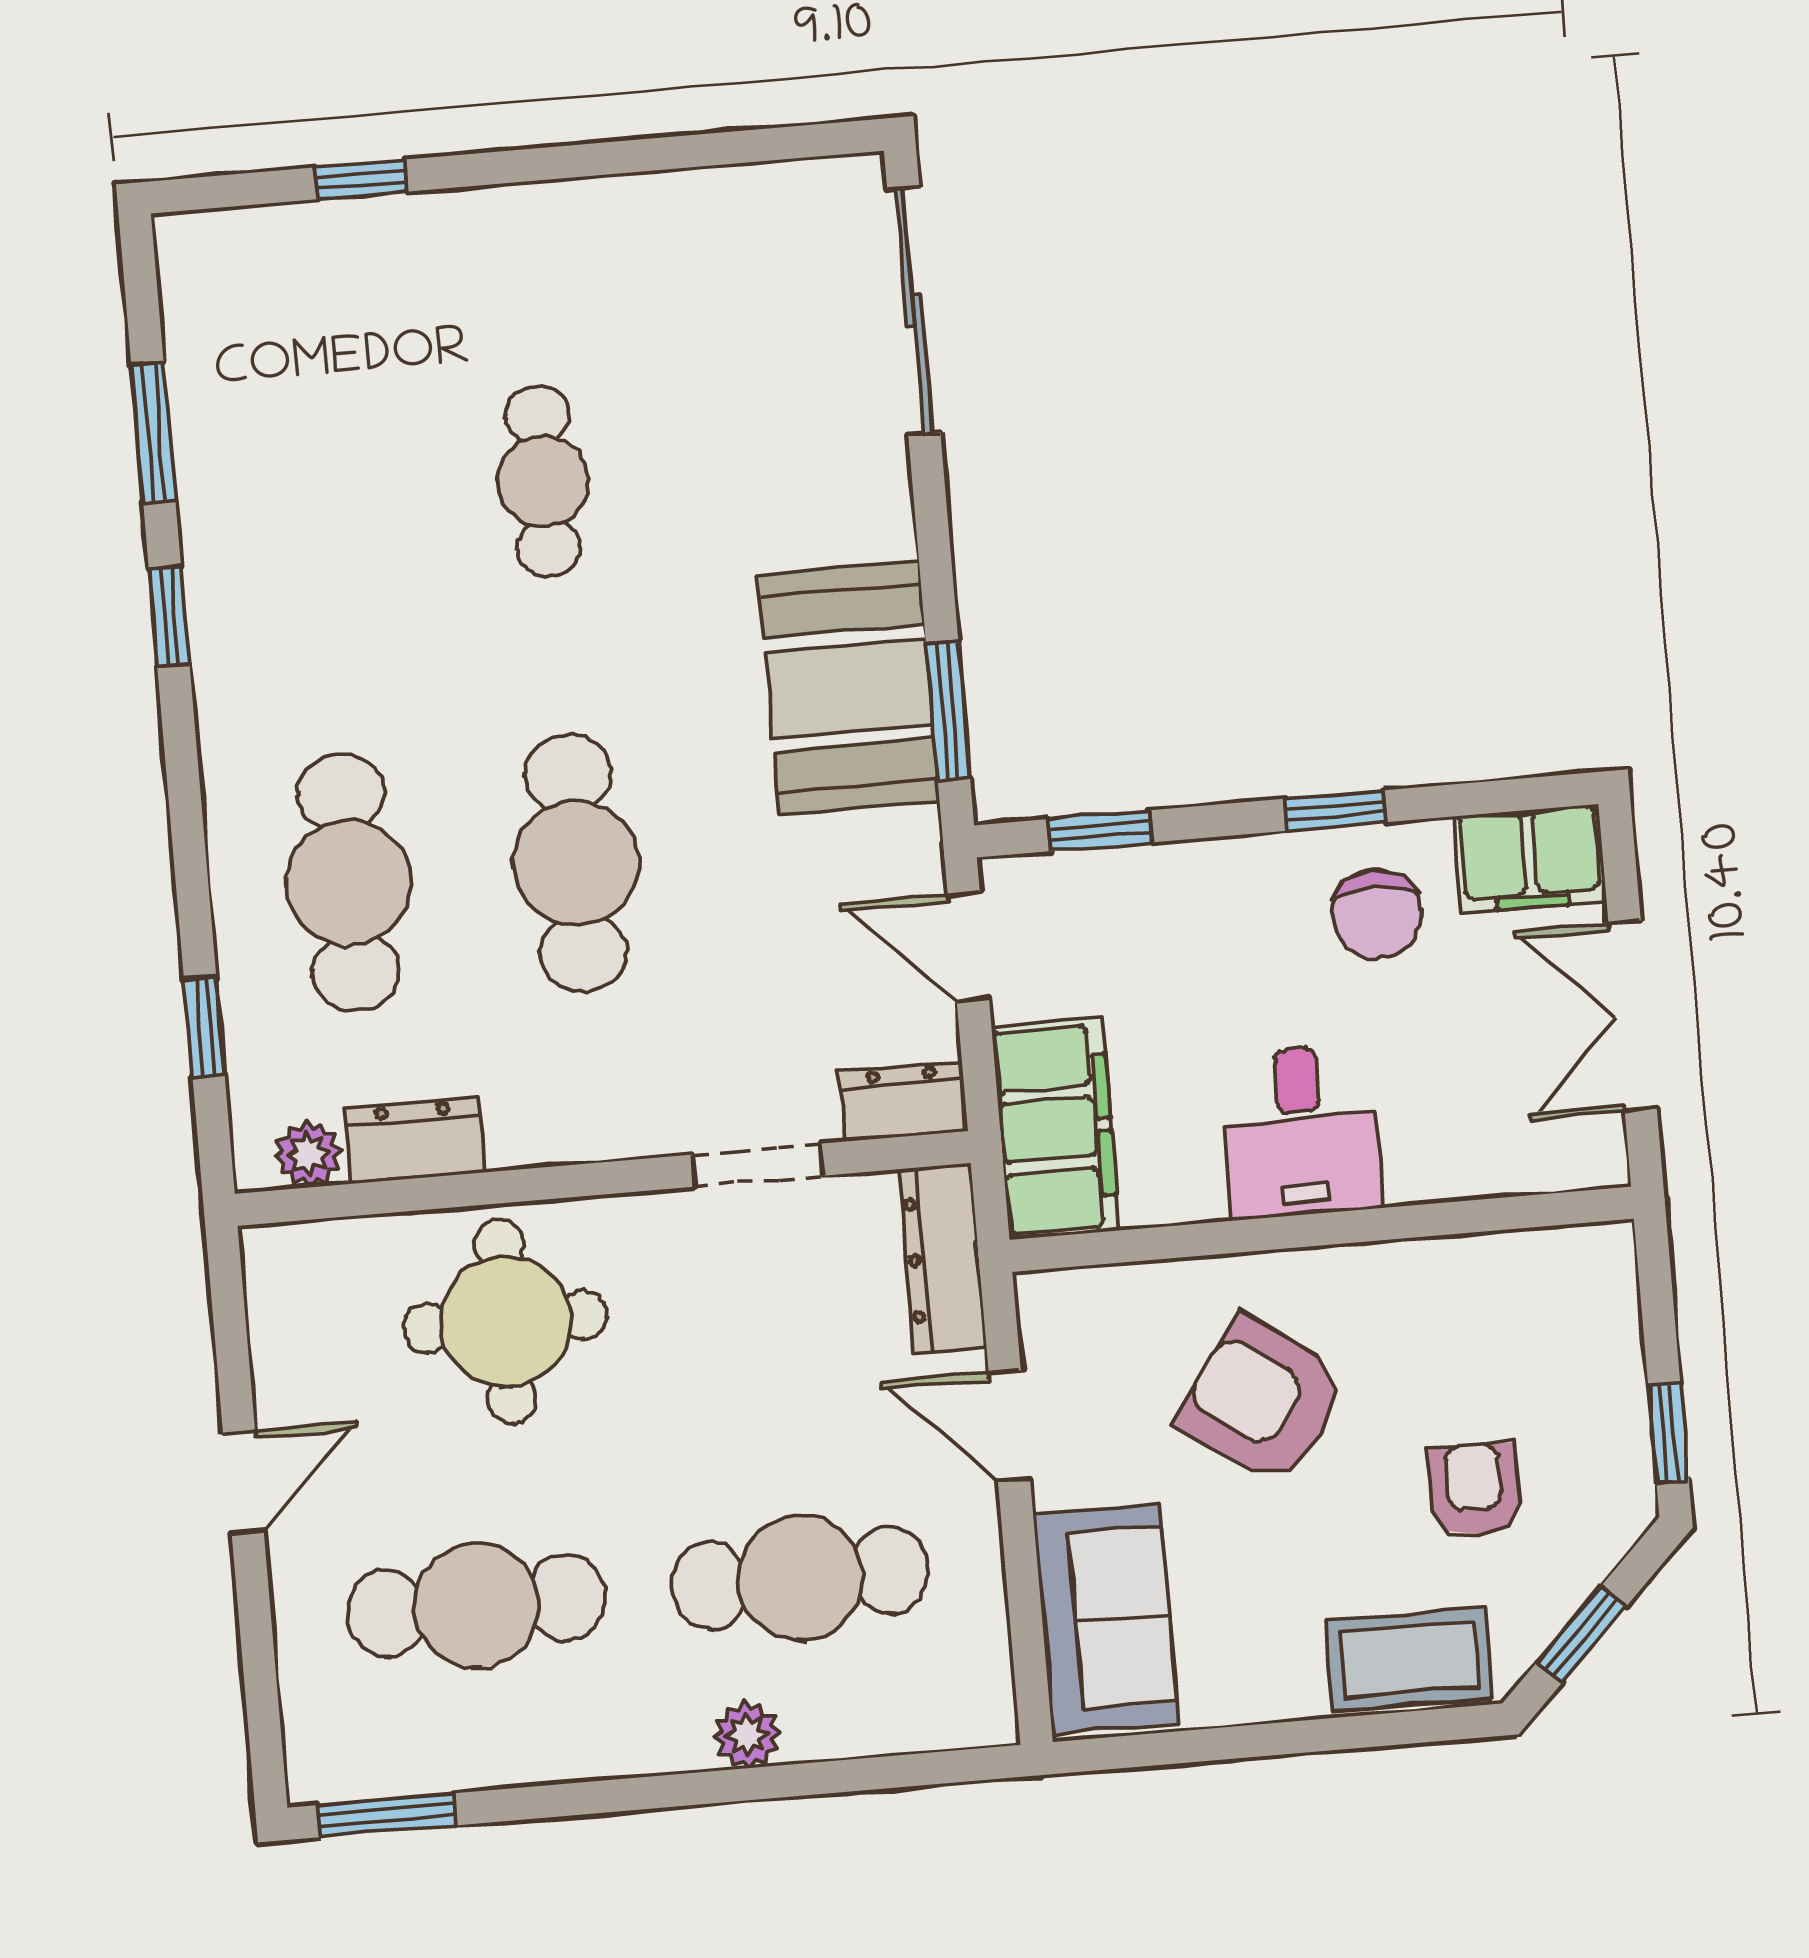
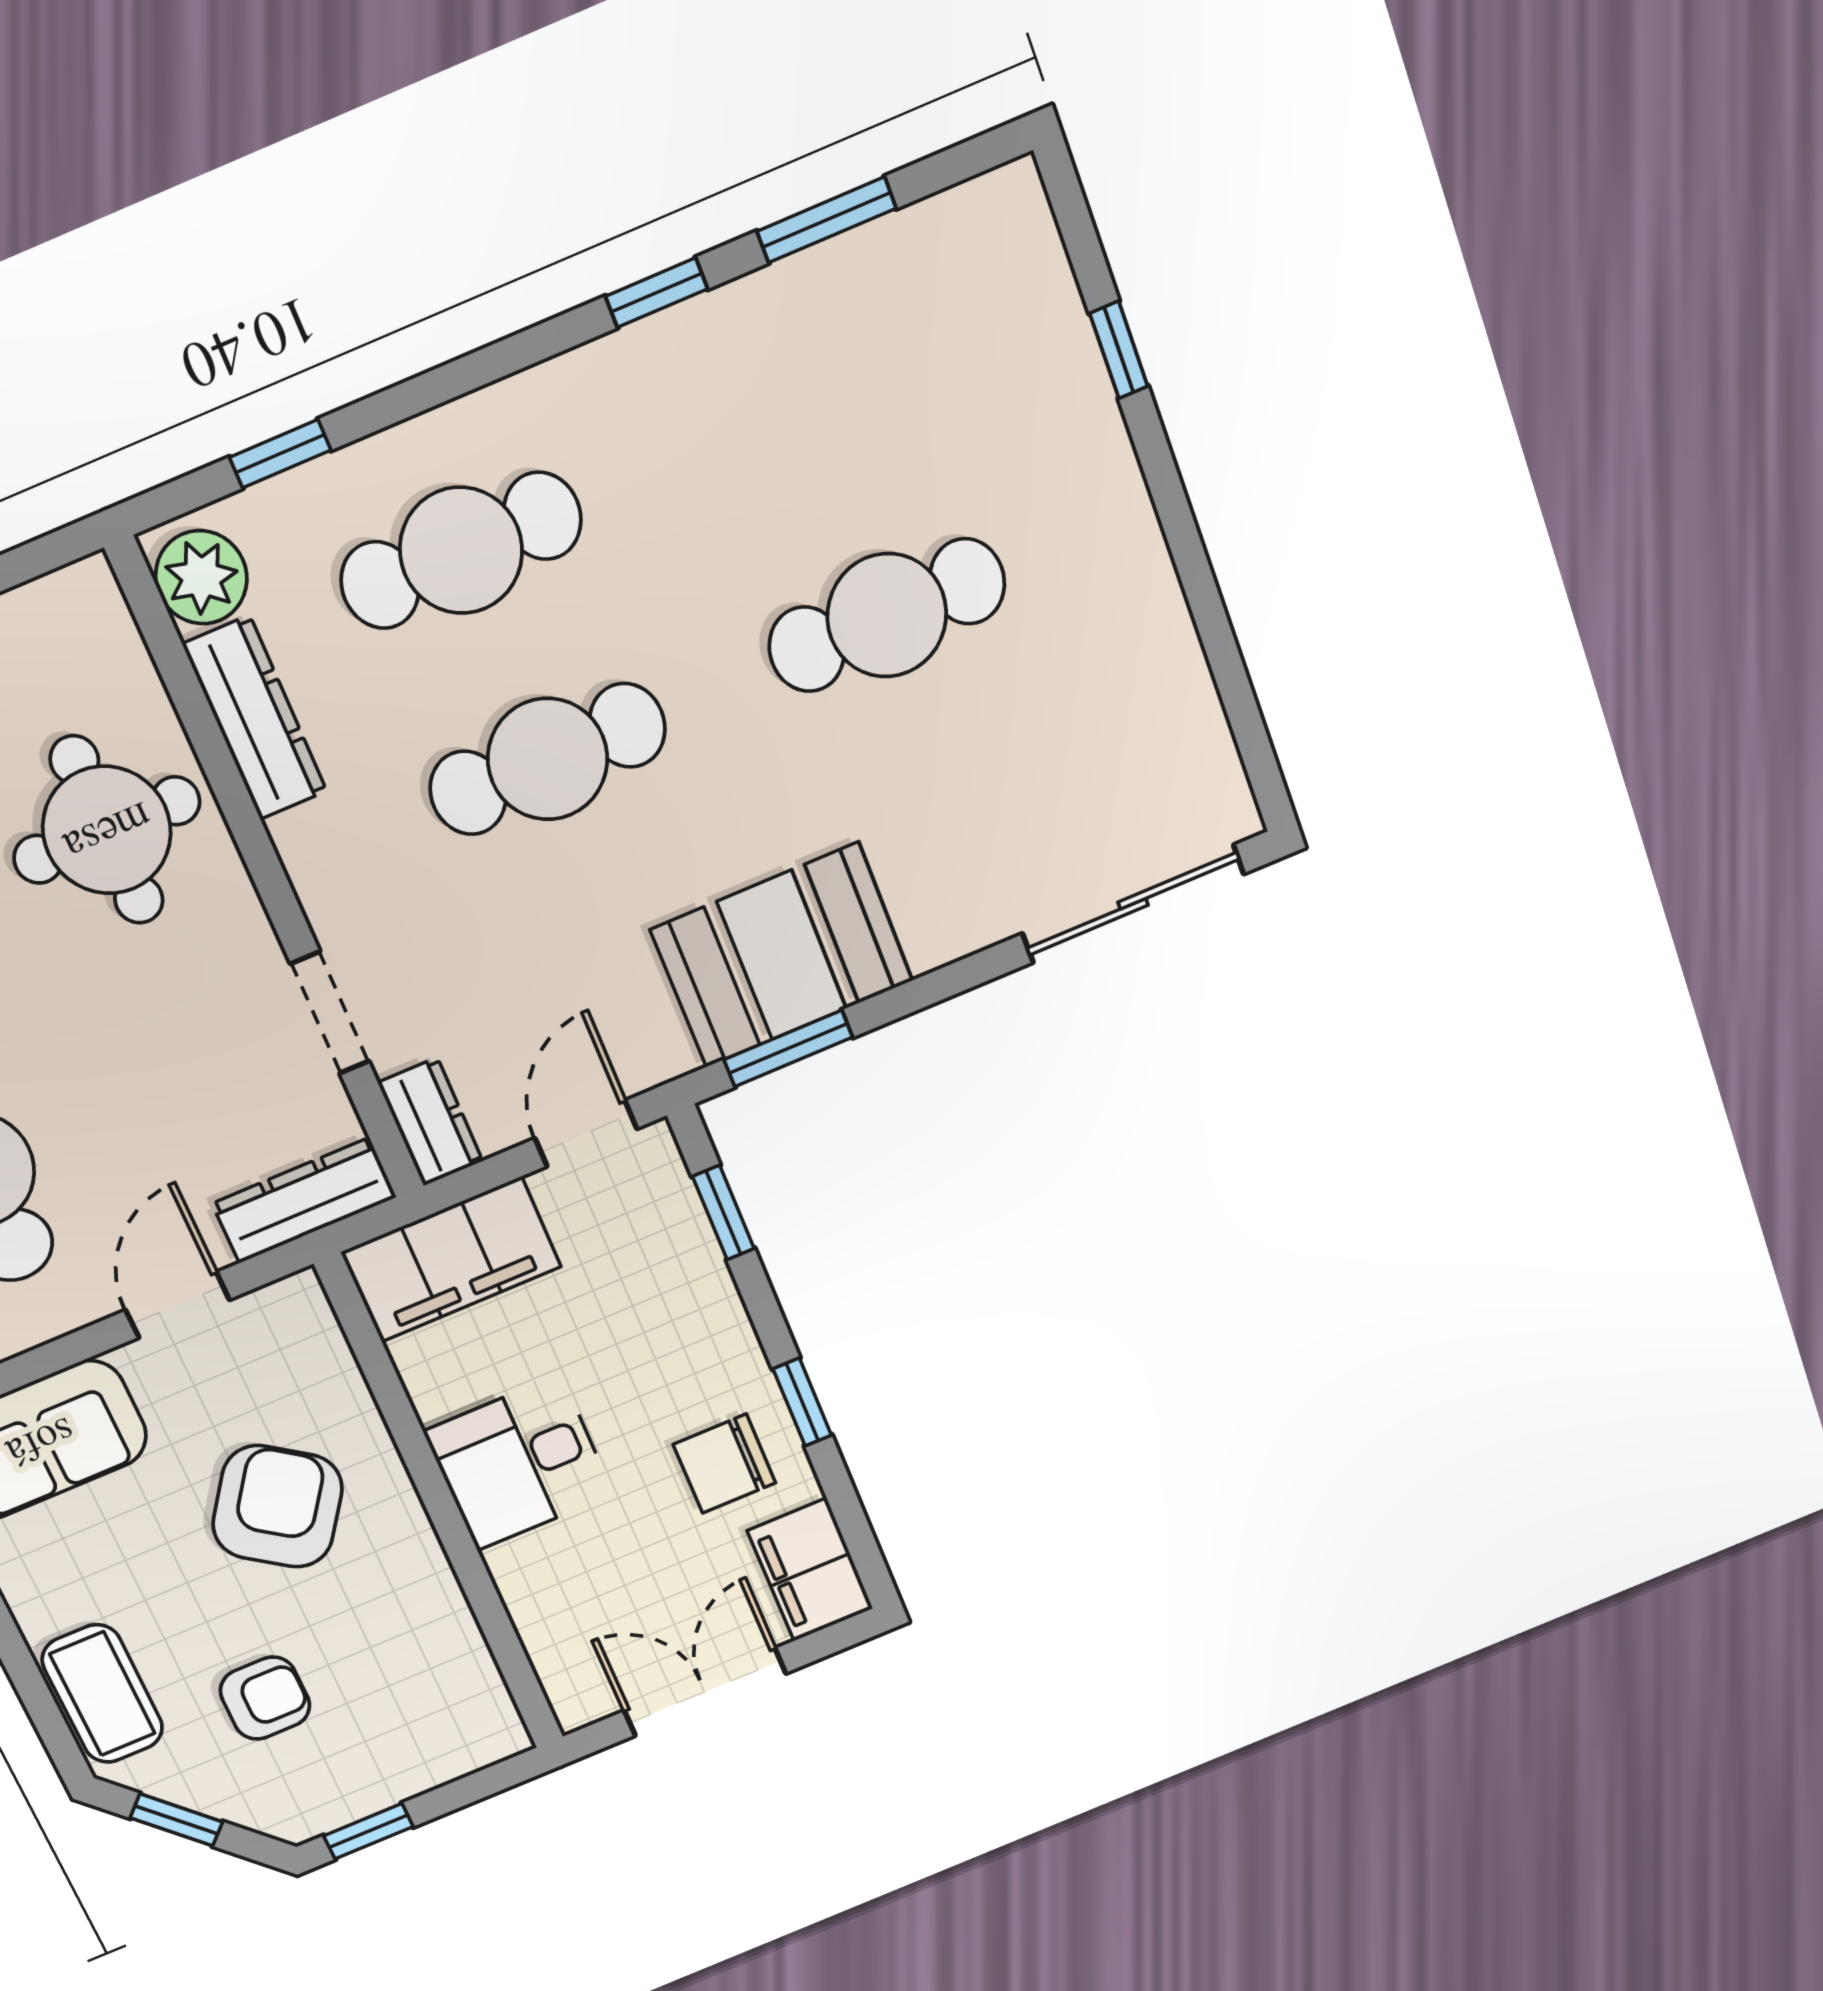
cafe table: (543, 481) -> (887, 615), width x1.37, depth x1.35
dresser: (415, 1141) -> (255, 718), width x1.44
plant: (308, 1154) -> (201, 577), width x1.38, depth x1.38

